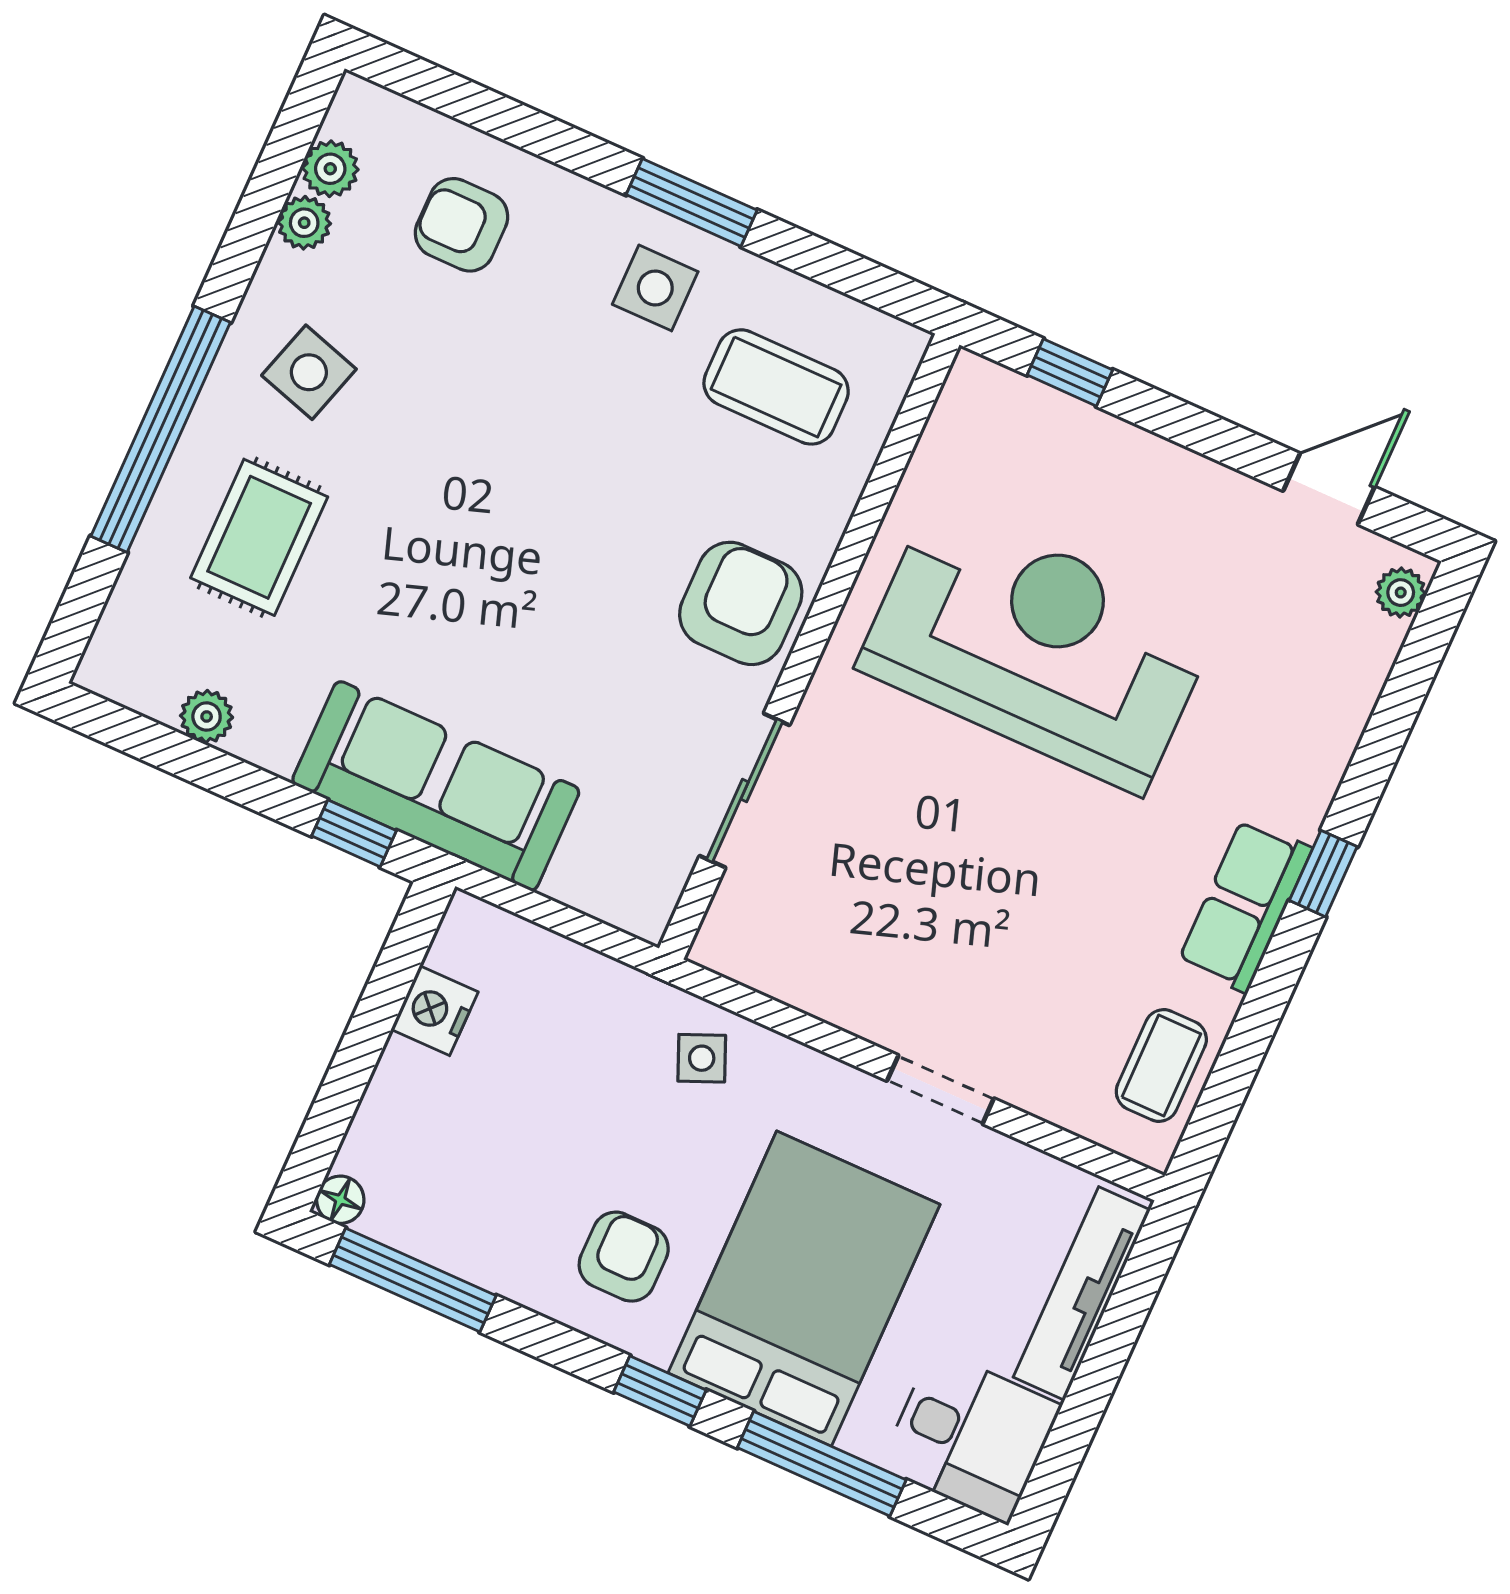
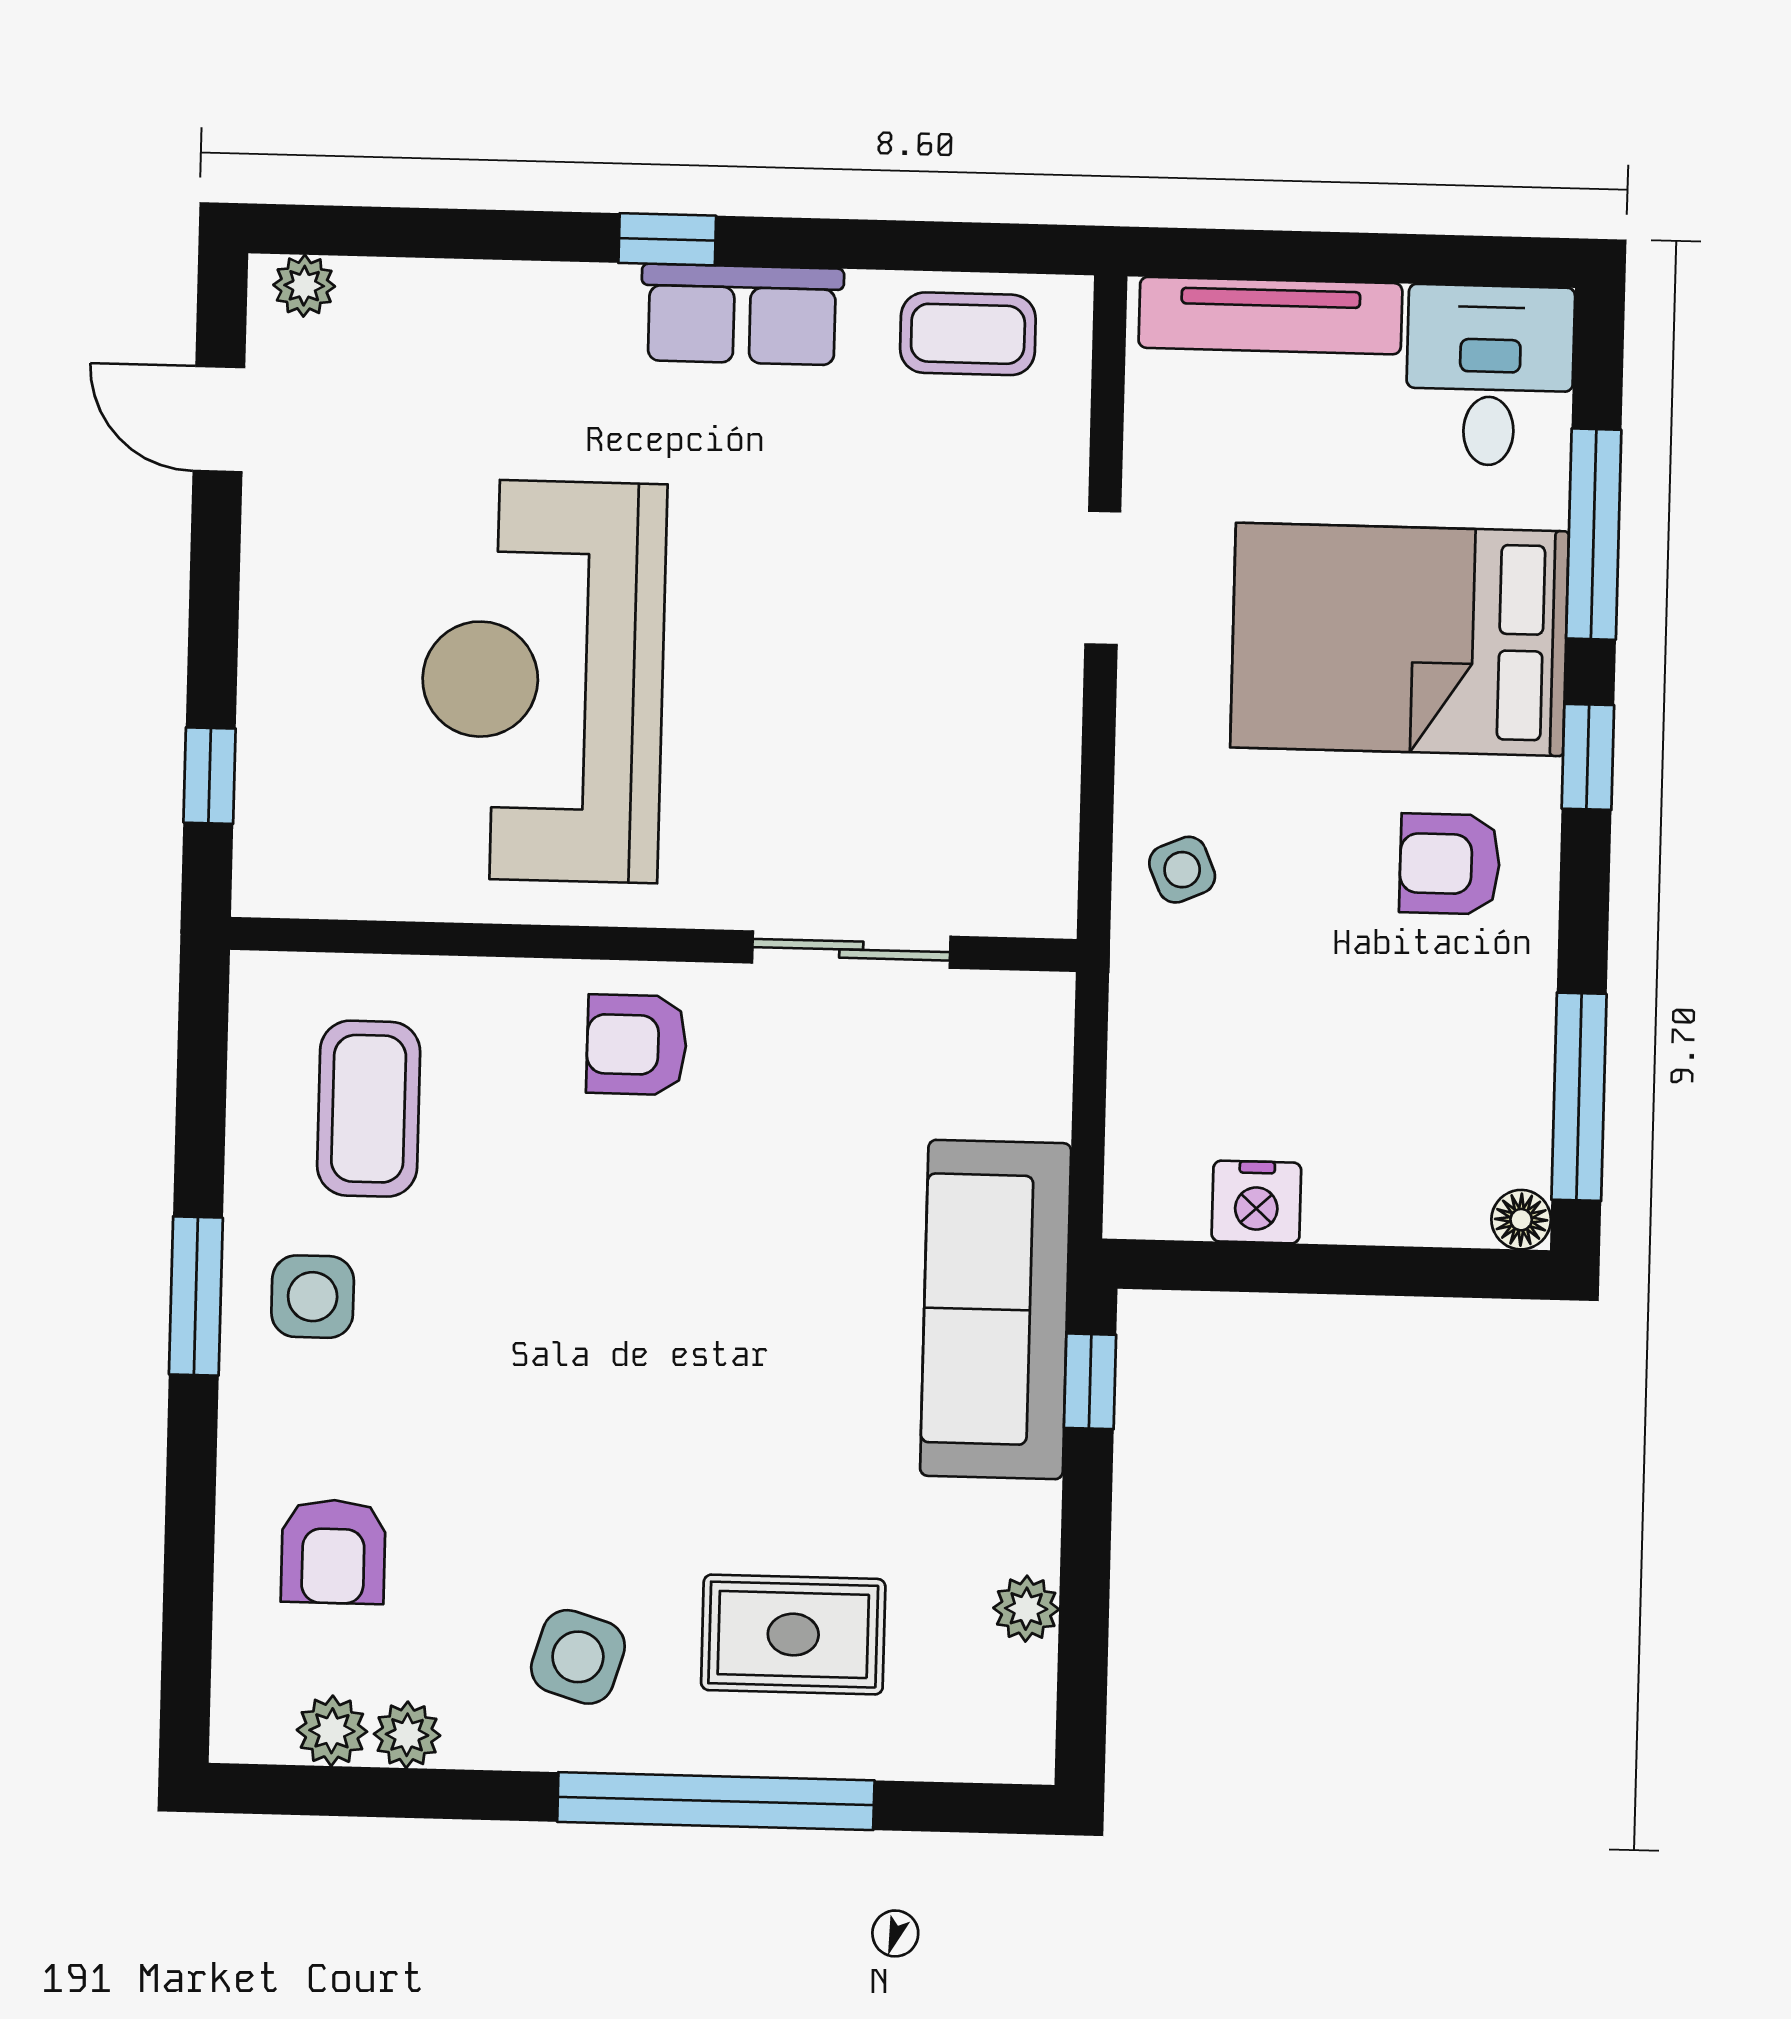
armchair: (741, 603) -> (637, 1045), width x0.72, depth x0.72

